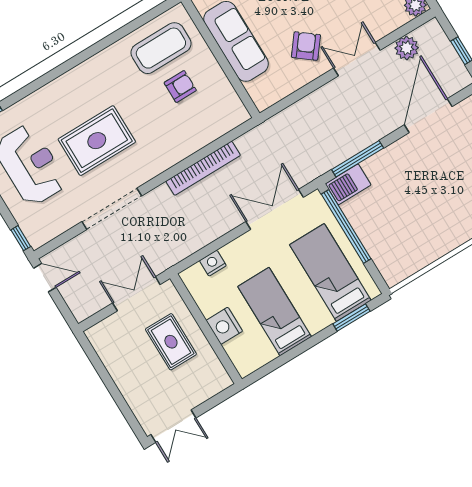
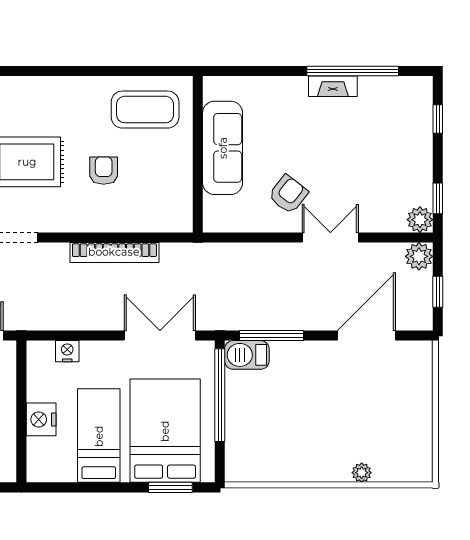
plant: (407, 48) -> (419, 256), moved
armchair: (180, 86) -> (104, 171), moved, turned -90
bed: (330, 272) -> (165, 431), width x1.50

